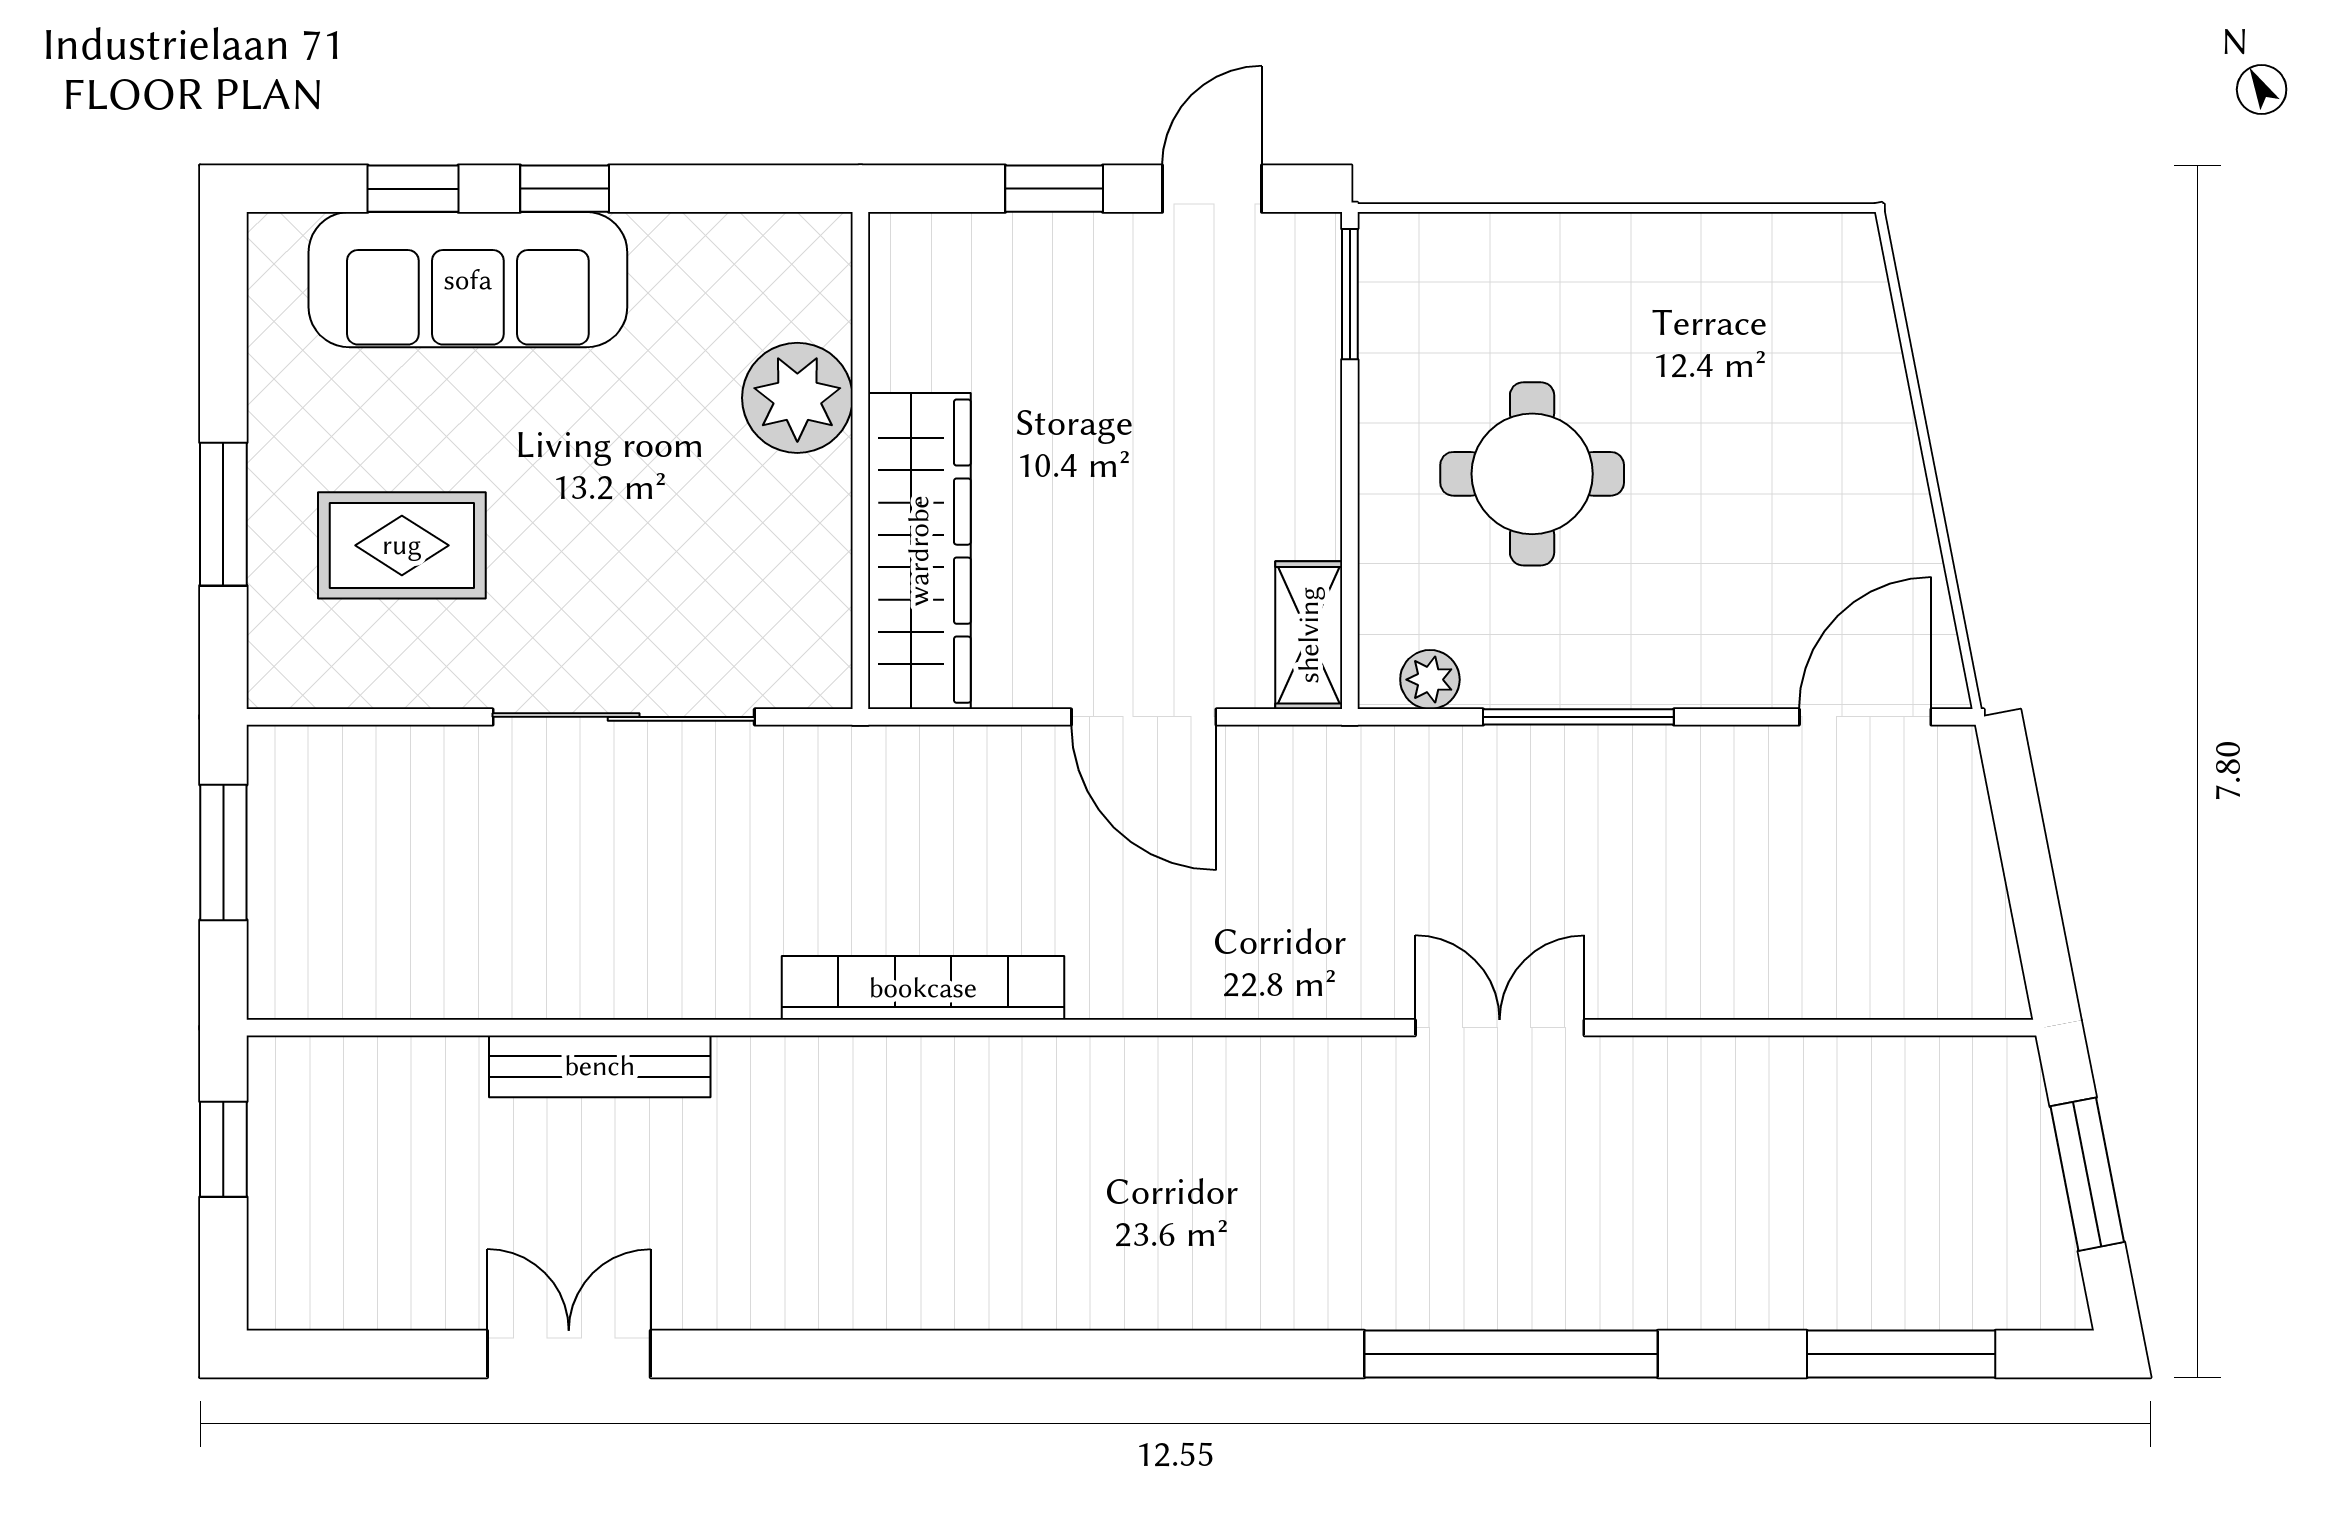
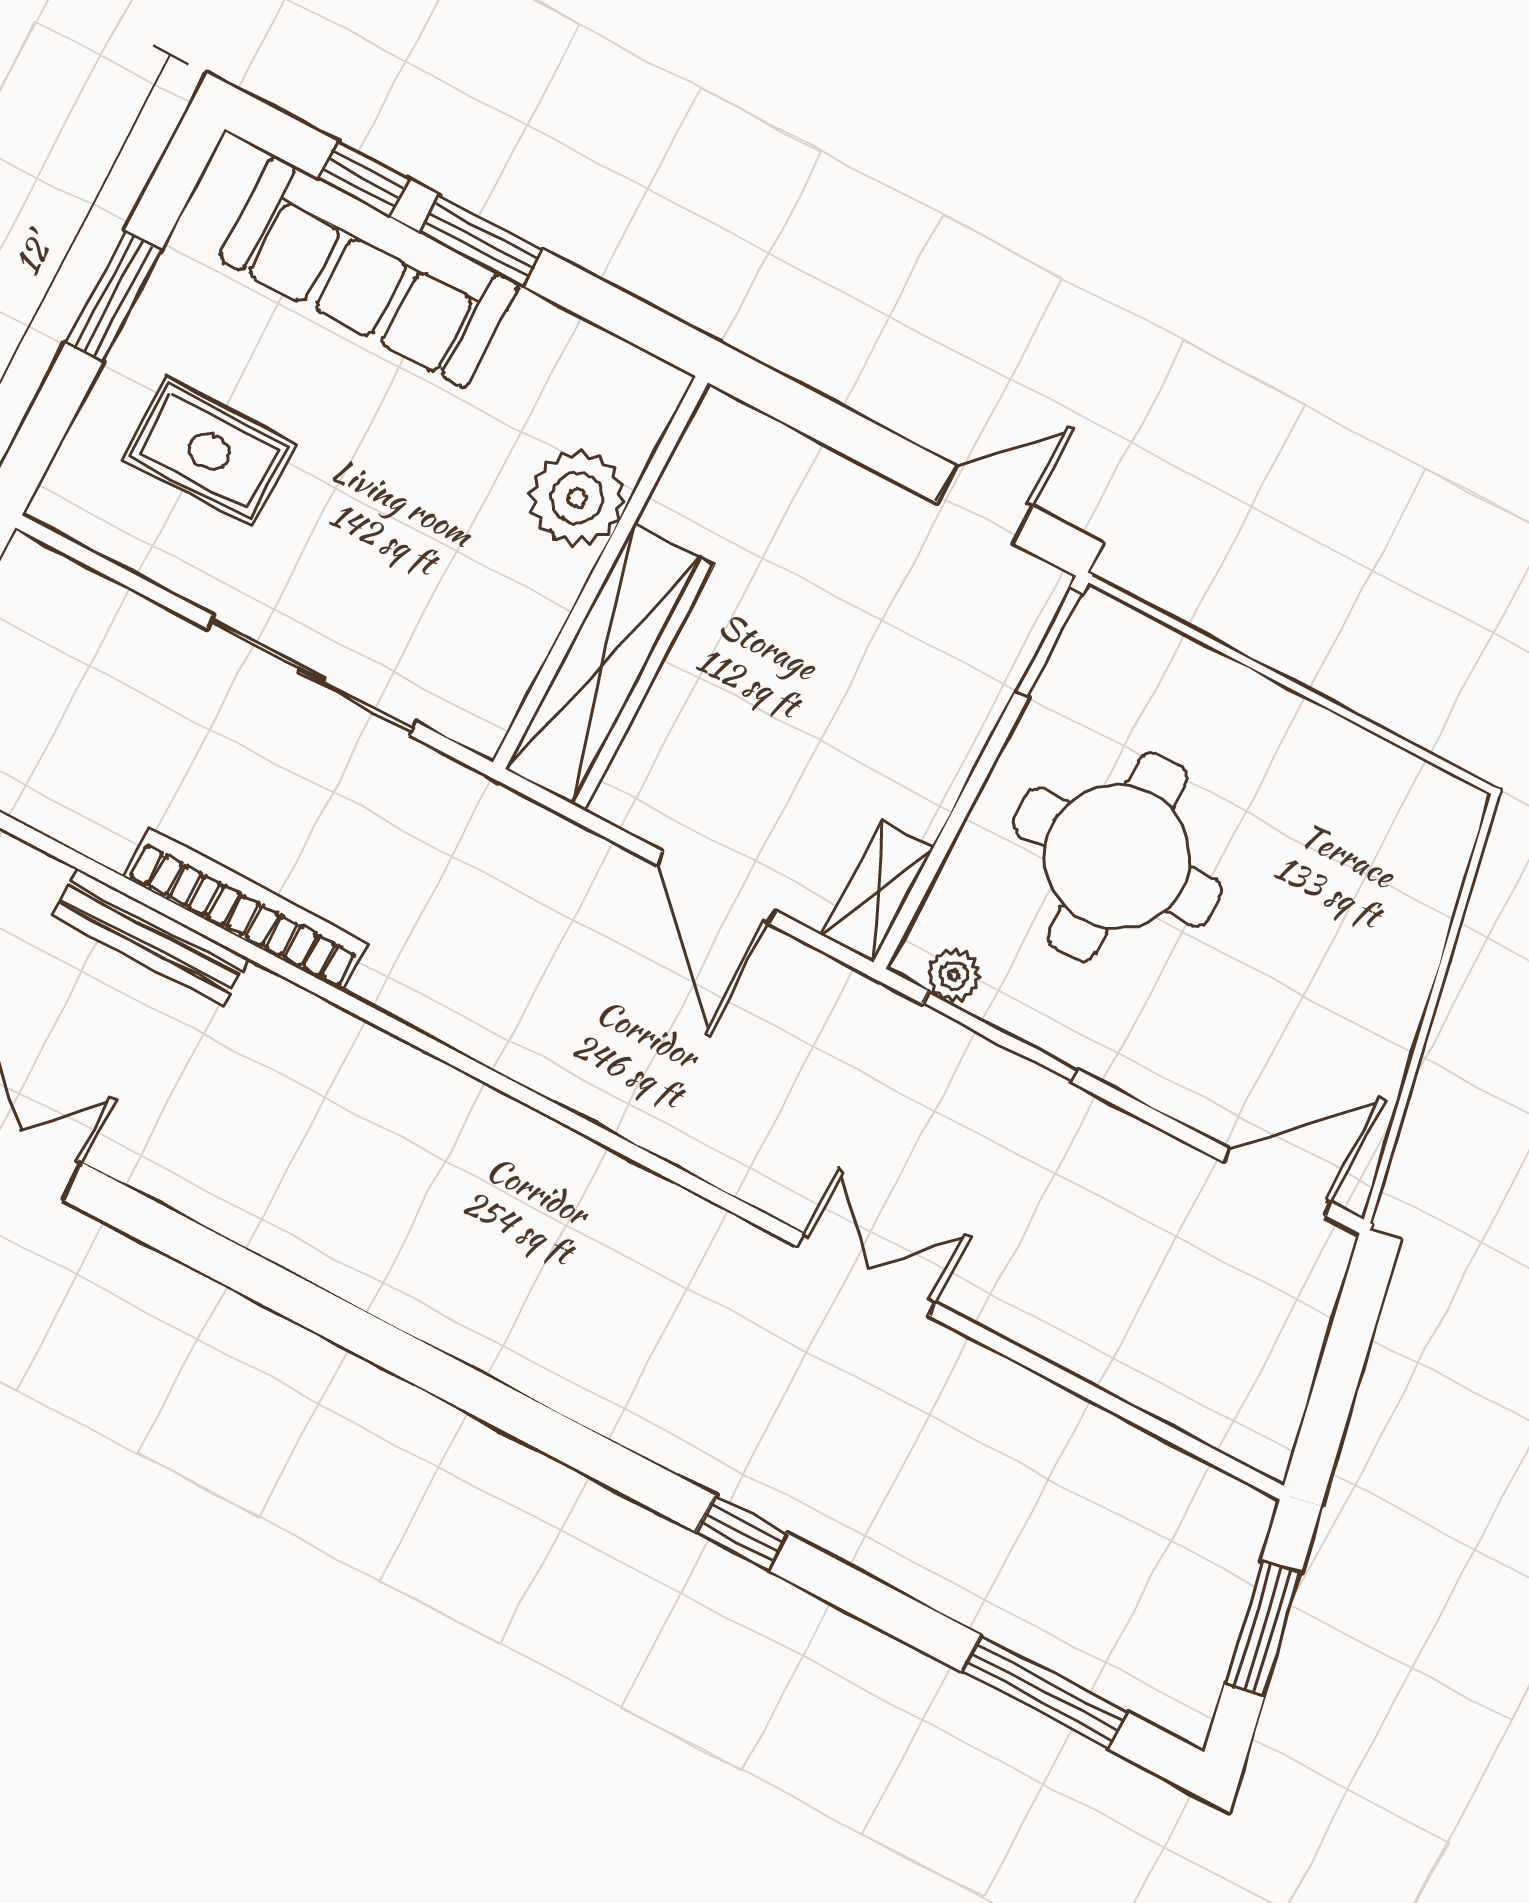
window: (565, 189) -> (481, 240), width x1.50
window: (1054, 189) -> (862, 440), removed
round table: (1532, 474) -> (1117, 857), width x1.36, depth x1.36
window: (223, 514) -> (114, 296), moved
window: (1578, 717) -> (1000, 1037), moved
bookcase: (923, 988) -> (246, 909), moved
window: (1511, 1354) -> (742, 1533), width x0.32

